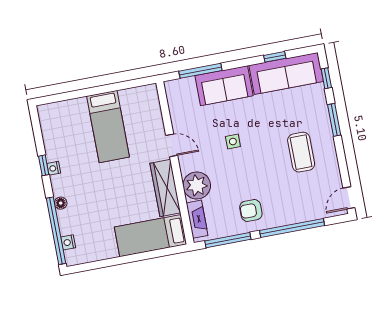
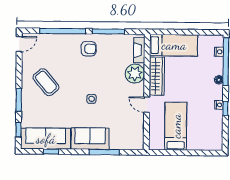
door: (172, 145) -> (147, 105), moved
coffee table: (301, 152) -> (46, 82), turned -40
wall: (175, 163) -> (147, 92), moved
plant: (197, 185) -> (135, 74), moved
wardrobe: (165, 188) -> (157, 76), moved
fireplace: (197, 219) -> (139, 50), moved
bed: (151, 236) -> (174, 45), moved

